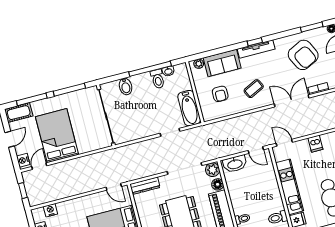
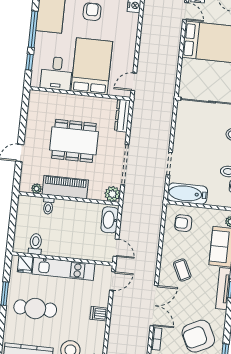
armchair: (220, 94) -> (183, 223), moved
door: (256, 150) -> (116, 248), swing flipped
floor lamp: (218, 184) -> (95, 193), removed

